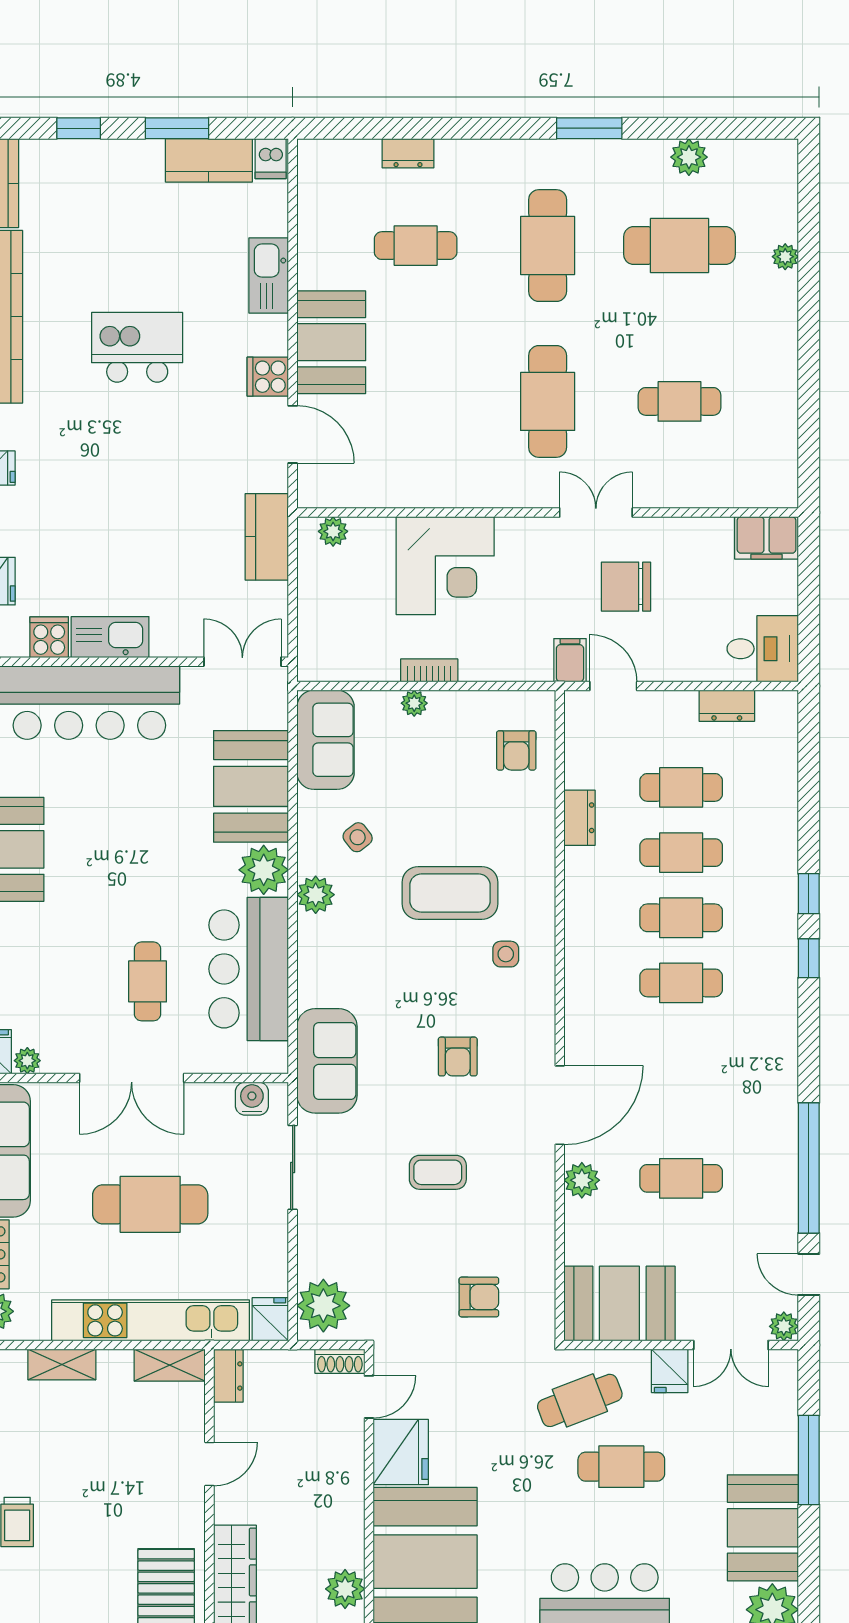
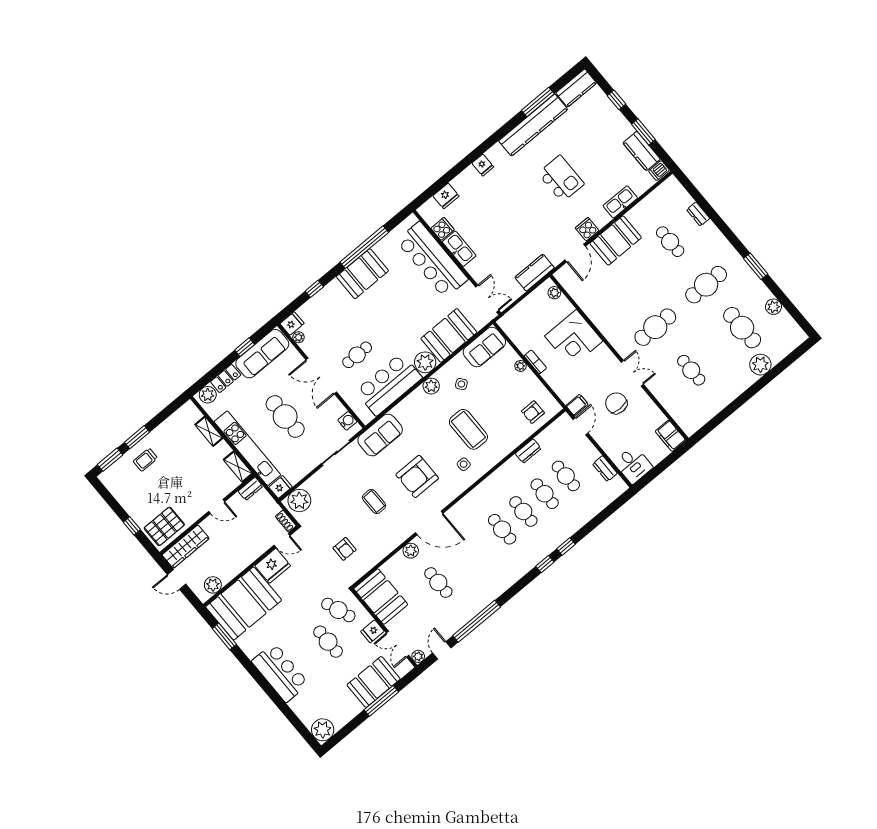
plant: (785, 257) -> (760, 365), width x1.88, depth x1.88
armchair: (458, 1057) -> (417, 476), width x1.88, depth x1.88
booth: (763, 1528) -> (374, 682), moved

